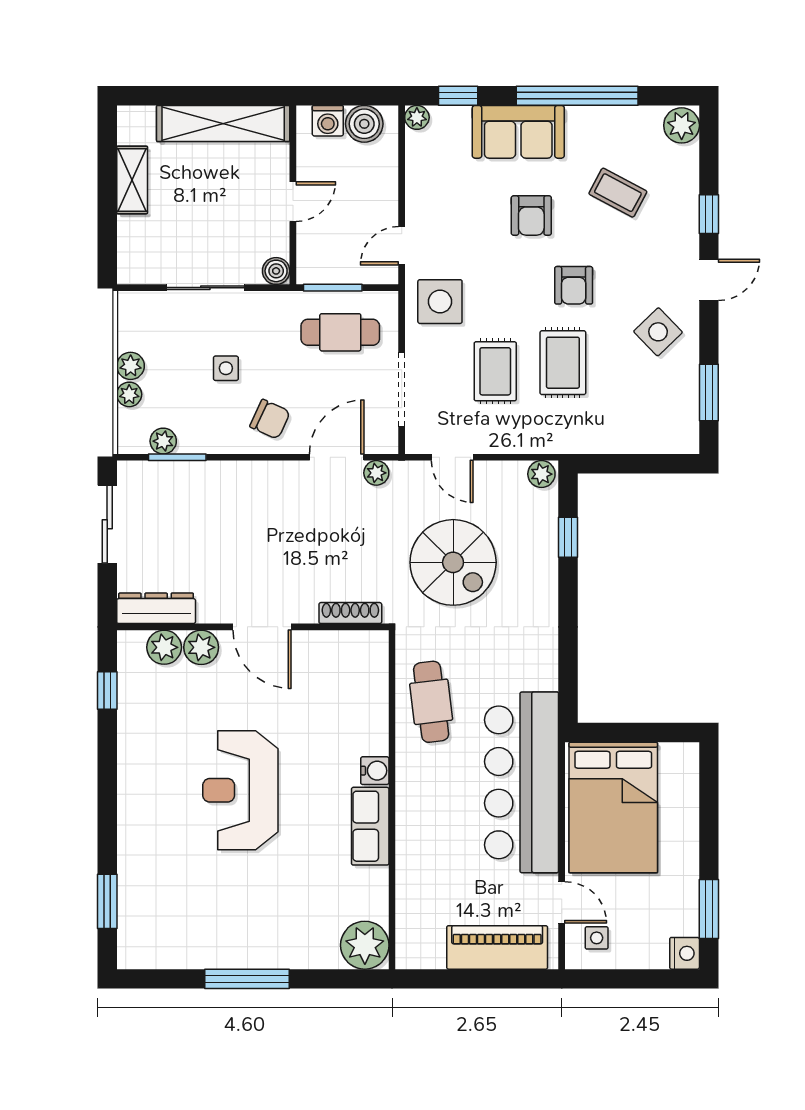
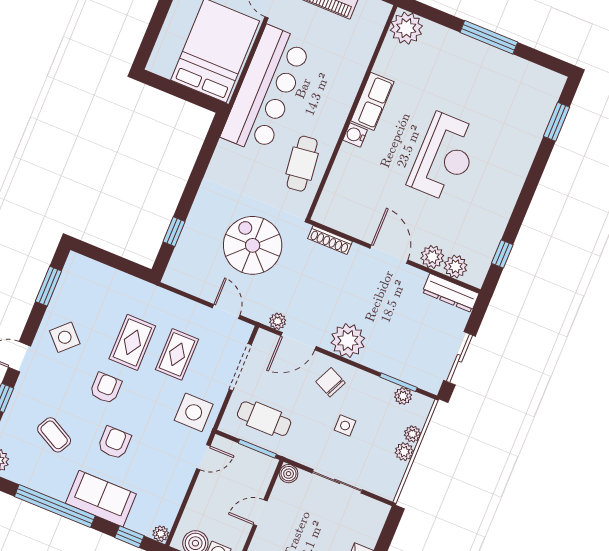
plant: (541, 474) -> (348, 341), moved, width x1.88, depth x1.88

